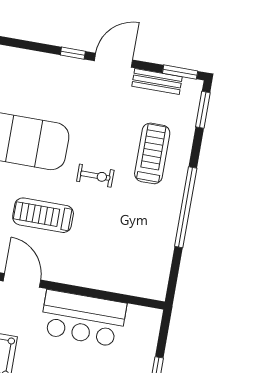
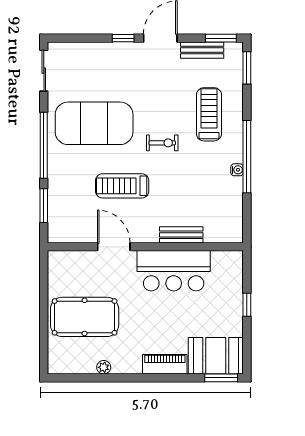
water cooler: (172, 220) -> (237, 170), added
bench: (98, 280) -> (181, 235), added

